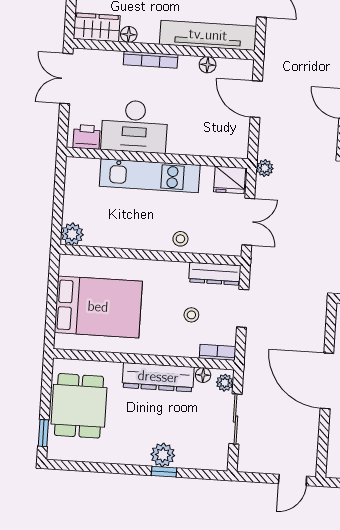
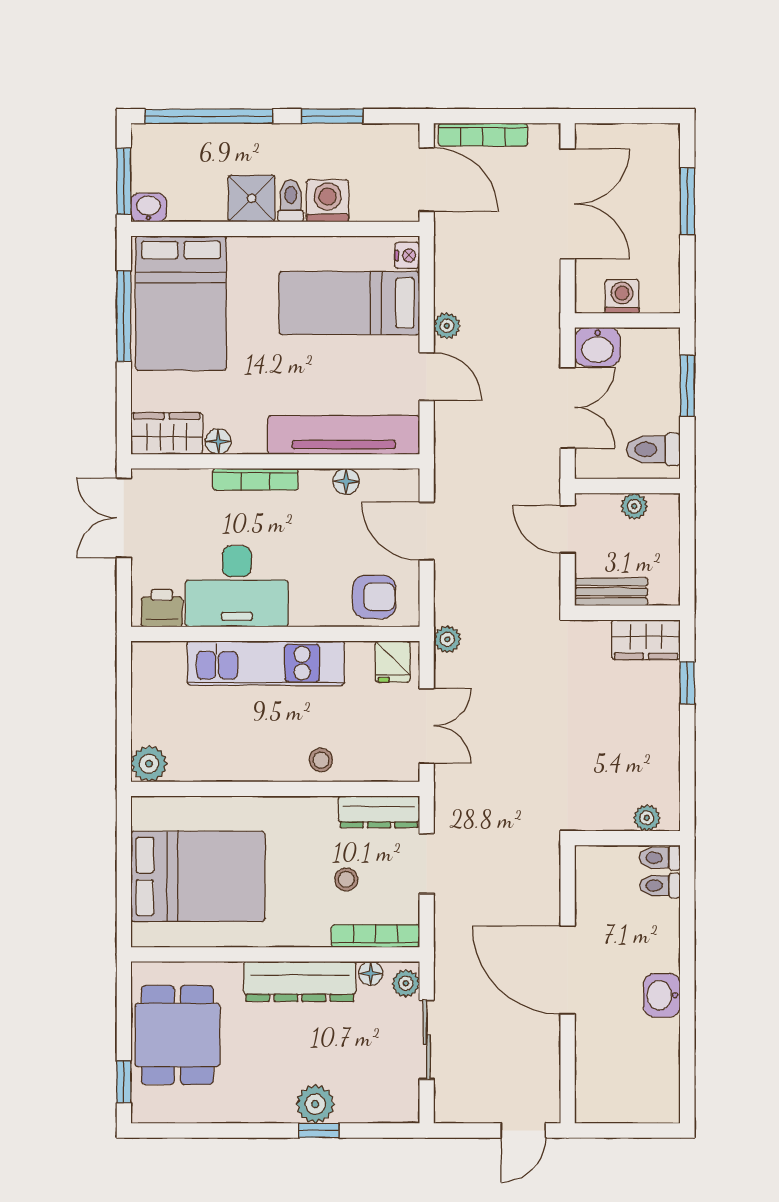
armchair: (221, 138) -> (374, 597), added
fridge: (230, 180) -> (393, 662), width x0.72
bookcase: (218, 352) -> (375, 936), width x1.56

